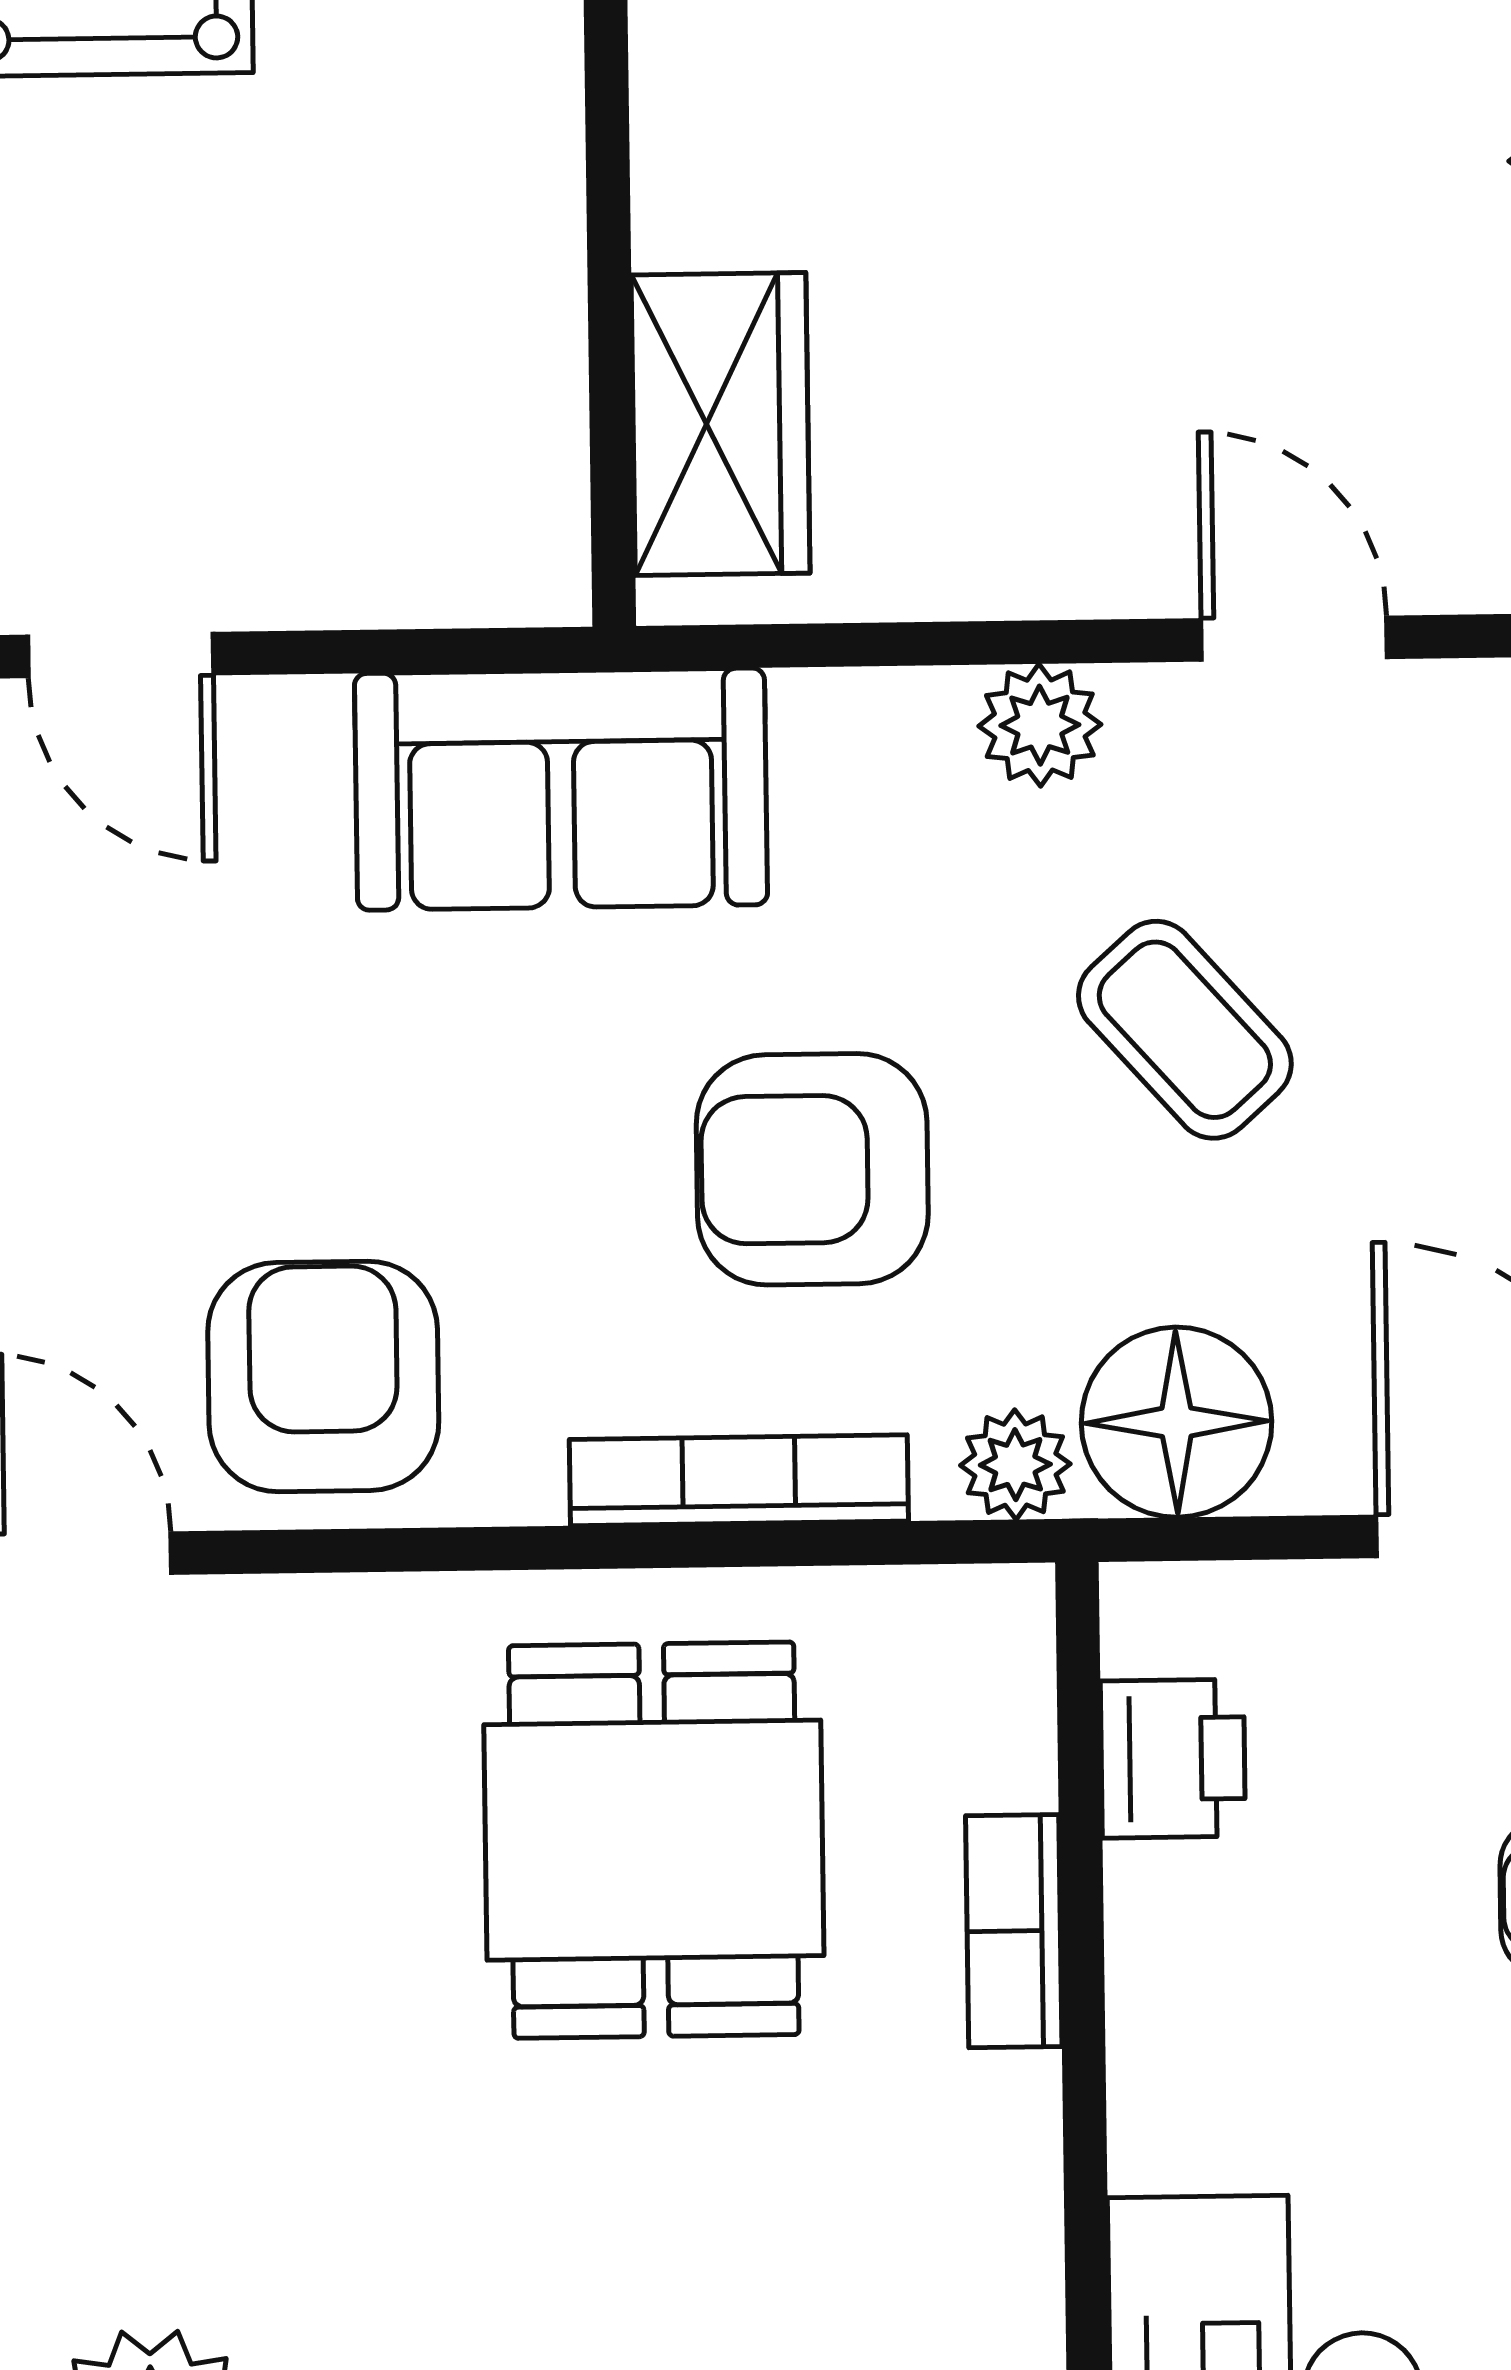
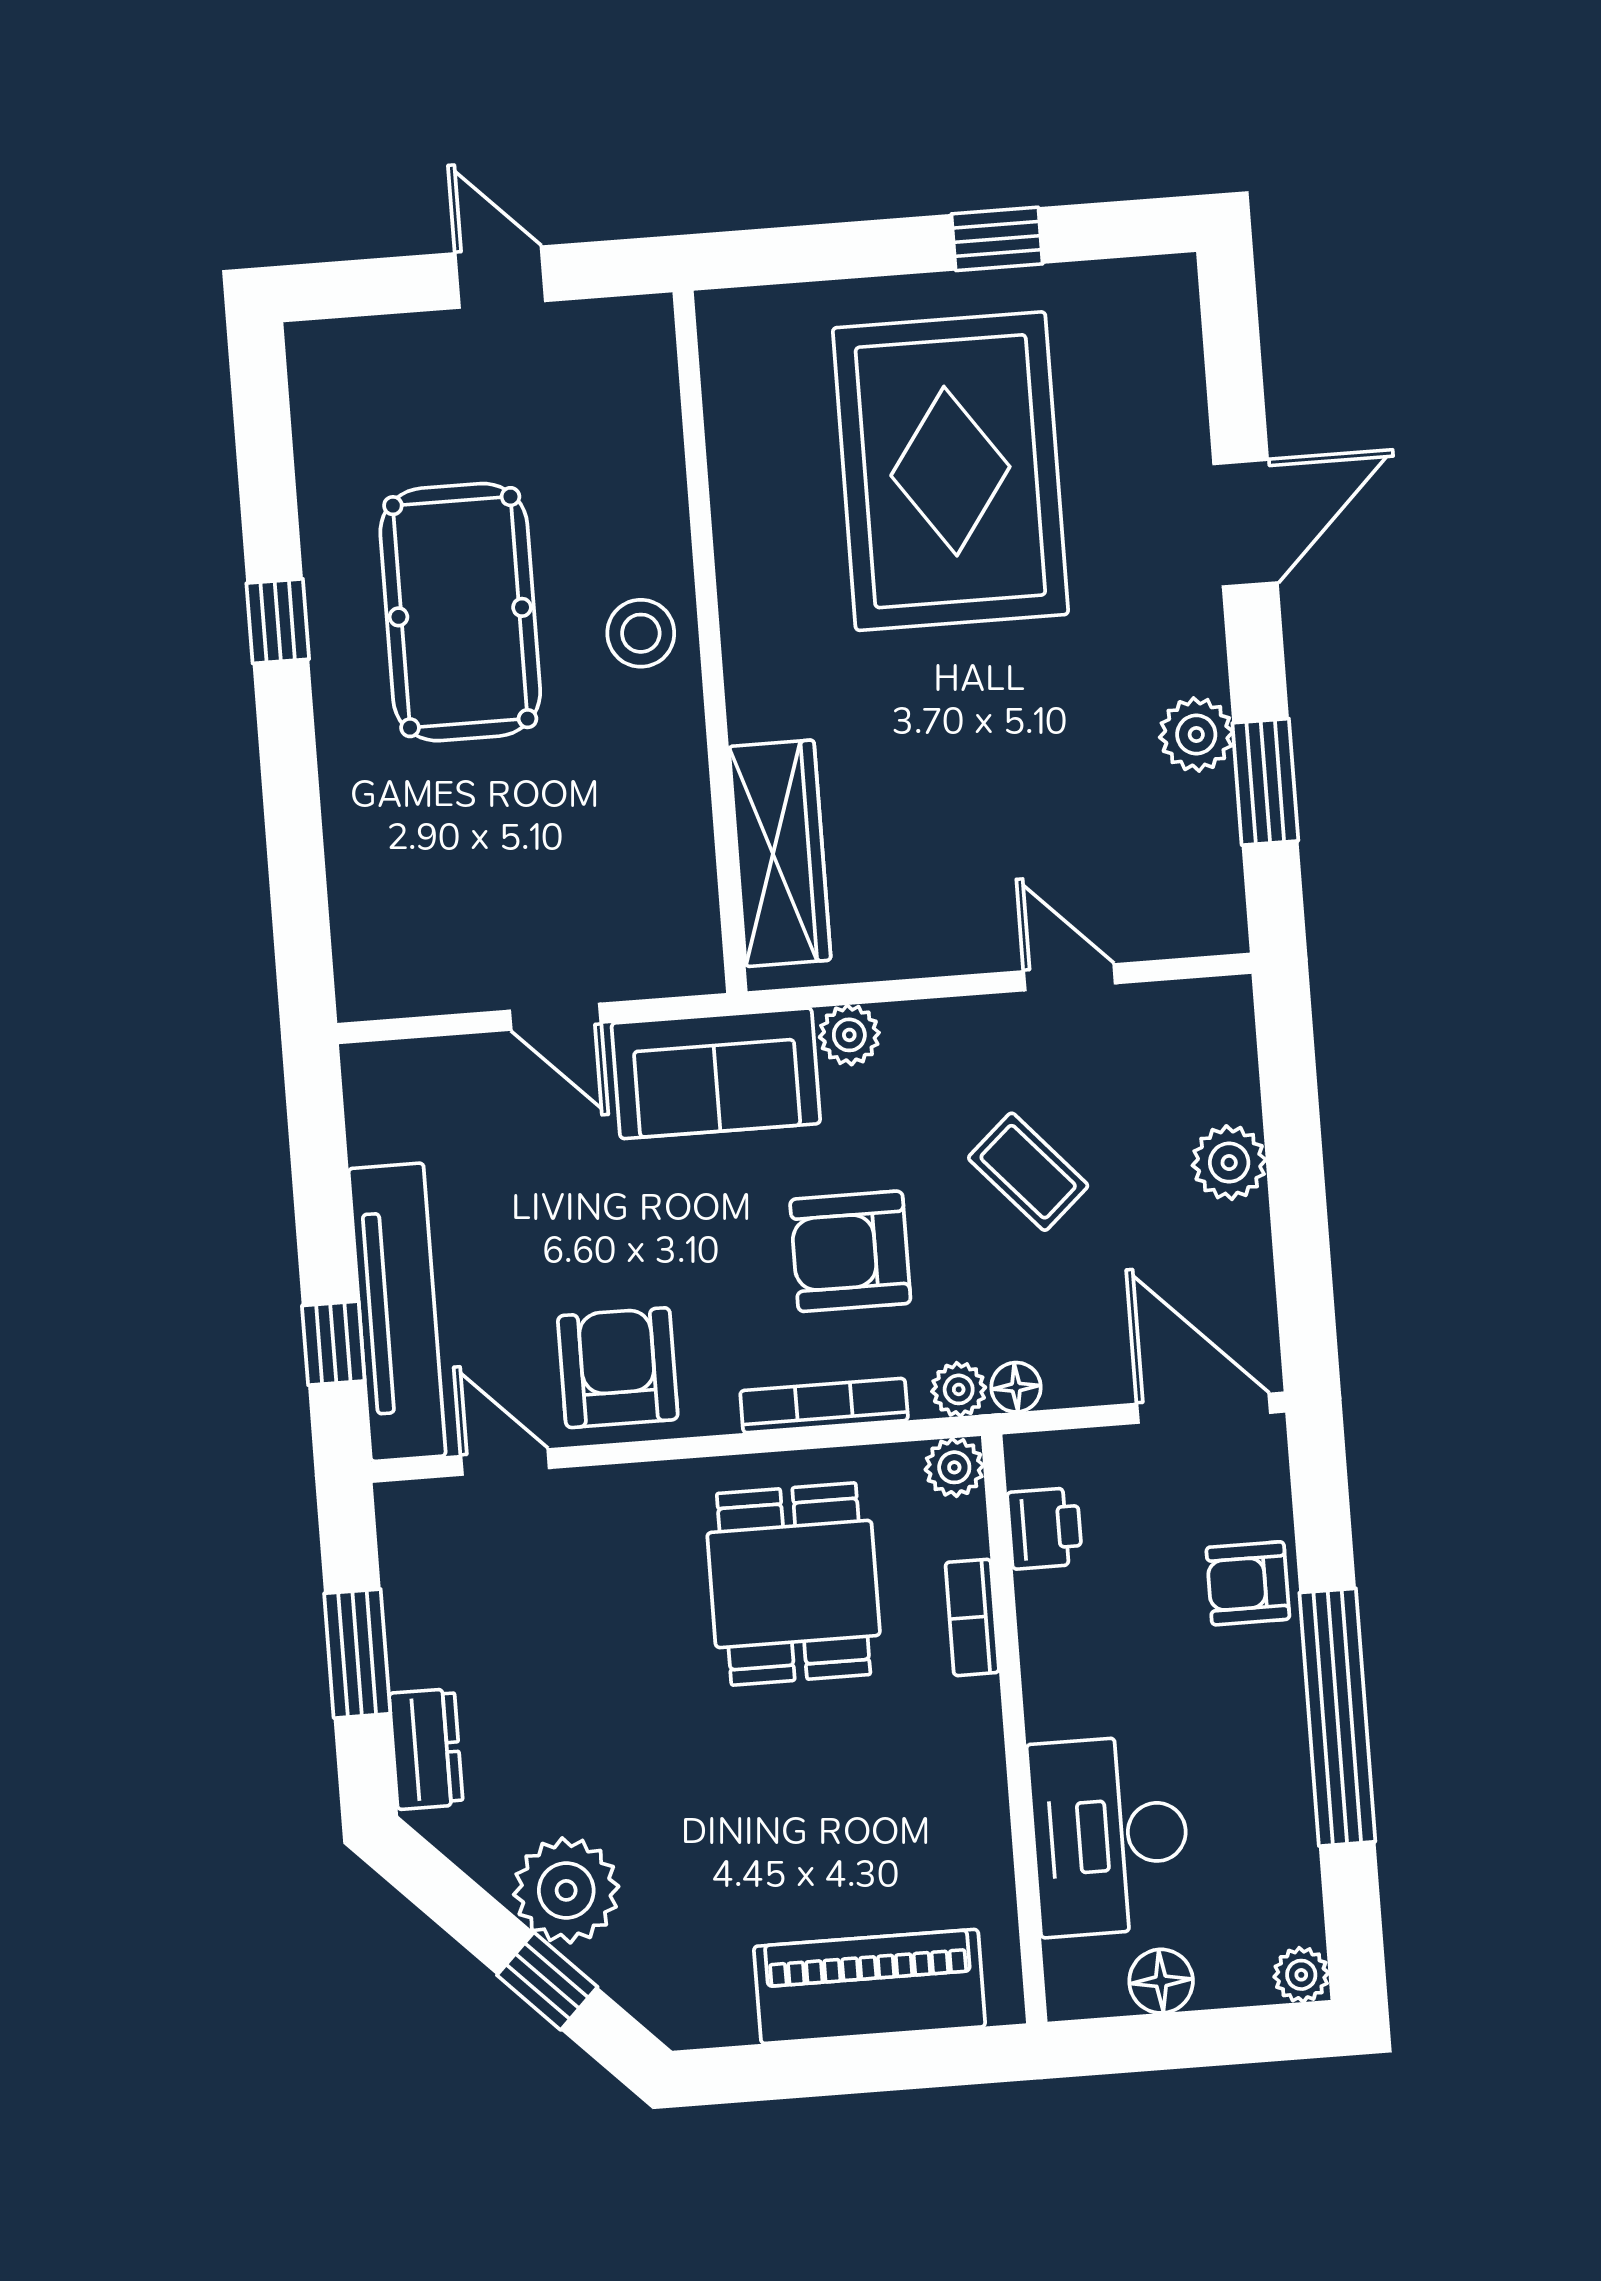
wardrobe: (721, 424) -> (780, 853), width x1.50
door: (121, 655) -> (555, 1017), moved
plant: (1040, 725) -> (849, 1035), moved
floor lamp: (1177, 1422) -> (1016, 1387), width x0.53, depth x0.53
plant: (996, 1623) -> (954, 1467), added

